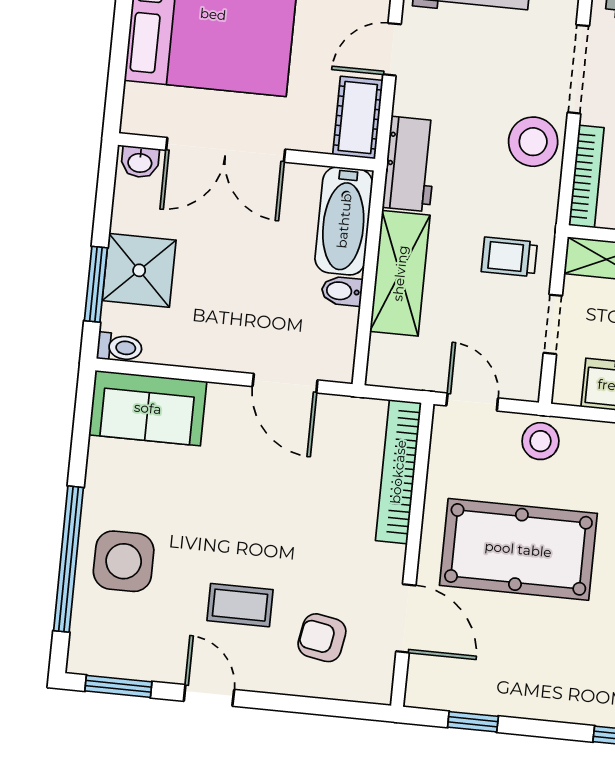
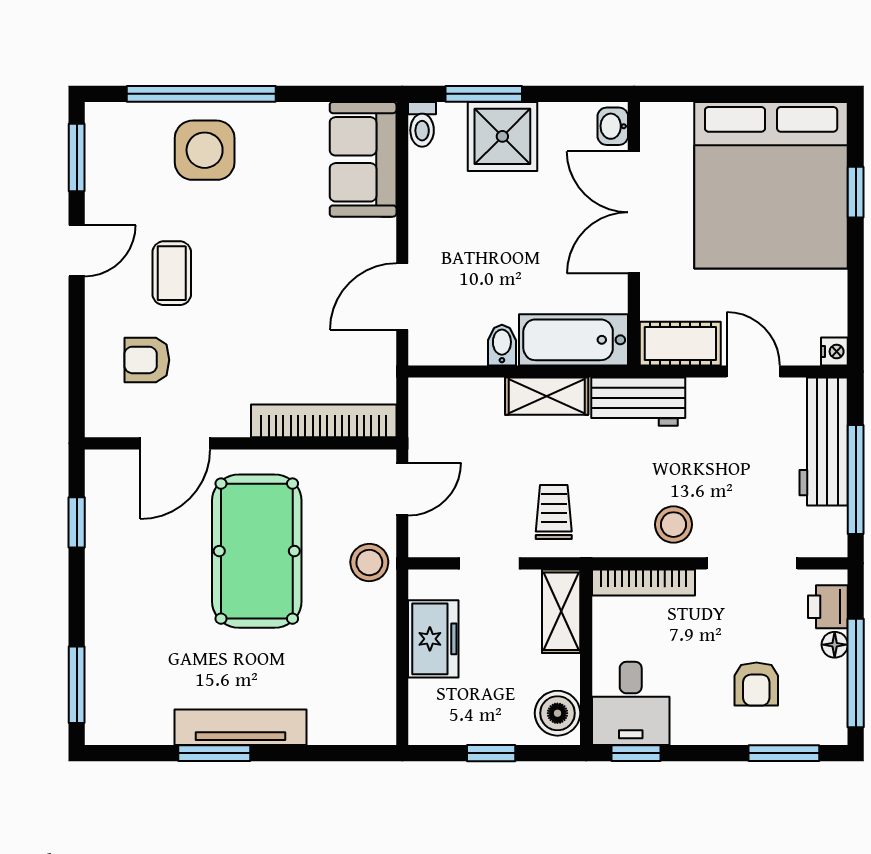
stool: (533, 142) -> (674, 525), width x0.73, depth x0.73
shelving: (400, 273) -> (547, 396), width x0.67, depth x0.75
armchair: (322, 638) -> (147, 360), turned -100

